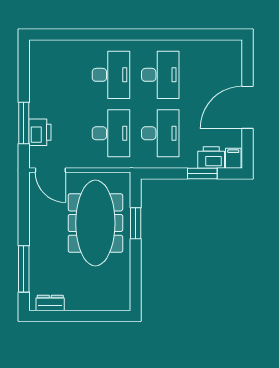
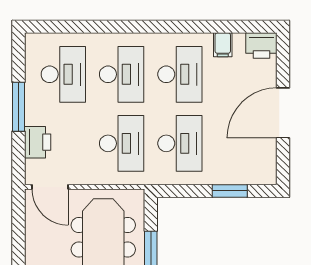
desk: (62, 75) -> (63, 74), added
window: (24, 123) -> (19, 107), moved
printer: (211, 158) -> (261, 46), moved, turned 180
filing cabinet: (233, 158) -> (223, 45), moved, turned 180

